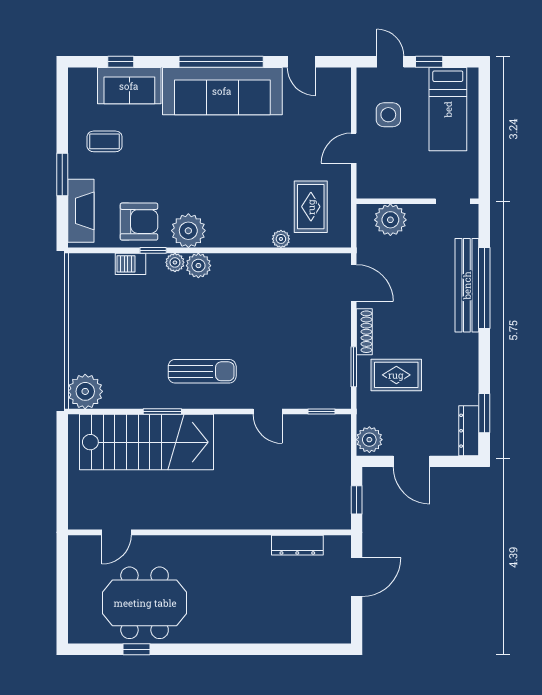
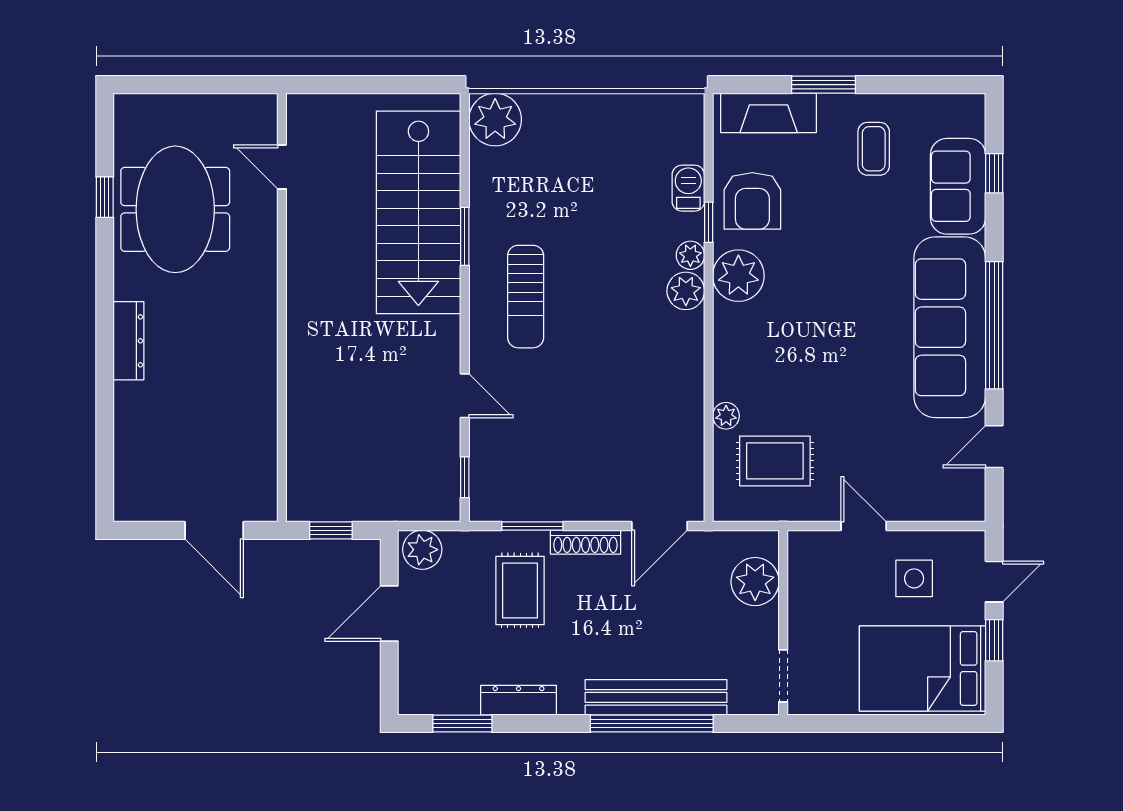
bed: (448, 109) -> (923, 668), width x1.50
door: (268, 412) -> (465, 396), swing flipped
dresser: (469, 431) -> (519, 700), moved
dresser: (297, 545) -> (128, 341), moved, turned 180

